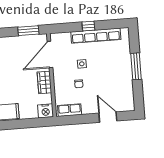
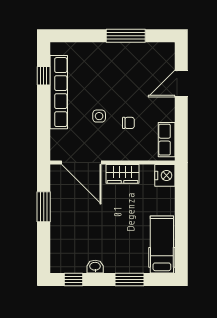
window: (88, 26) -> (44, 76), moved
window: (28, 31) -> (44, 207), moved
window: (136, 66) -> (126, 36), moved

